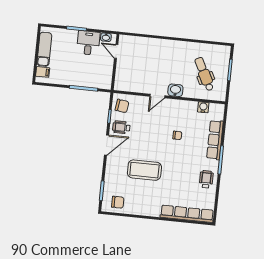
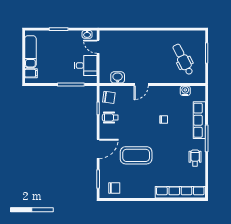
desk: (88, 43) -> (86, 65), moved, turned 90
washbasin: (175, 90) -> (118, 77), moved
door: (107, 145) -> (98, 149), moved

